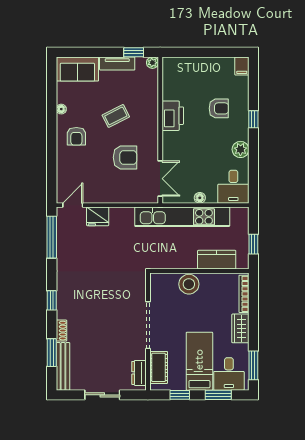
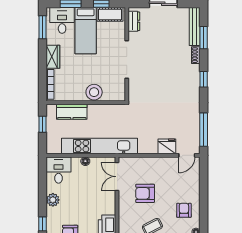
cot: (159, 367) -> (110, 14), moved, turned 90

